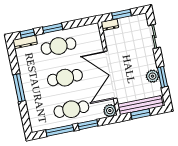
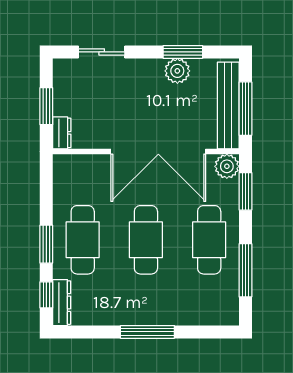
window: (141, 114) -> (245, 109), width x1.44
window: (88, 125) -> (245, 191), moved

